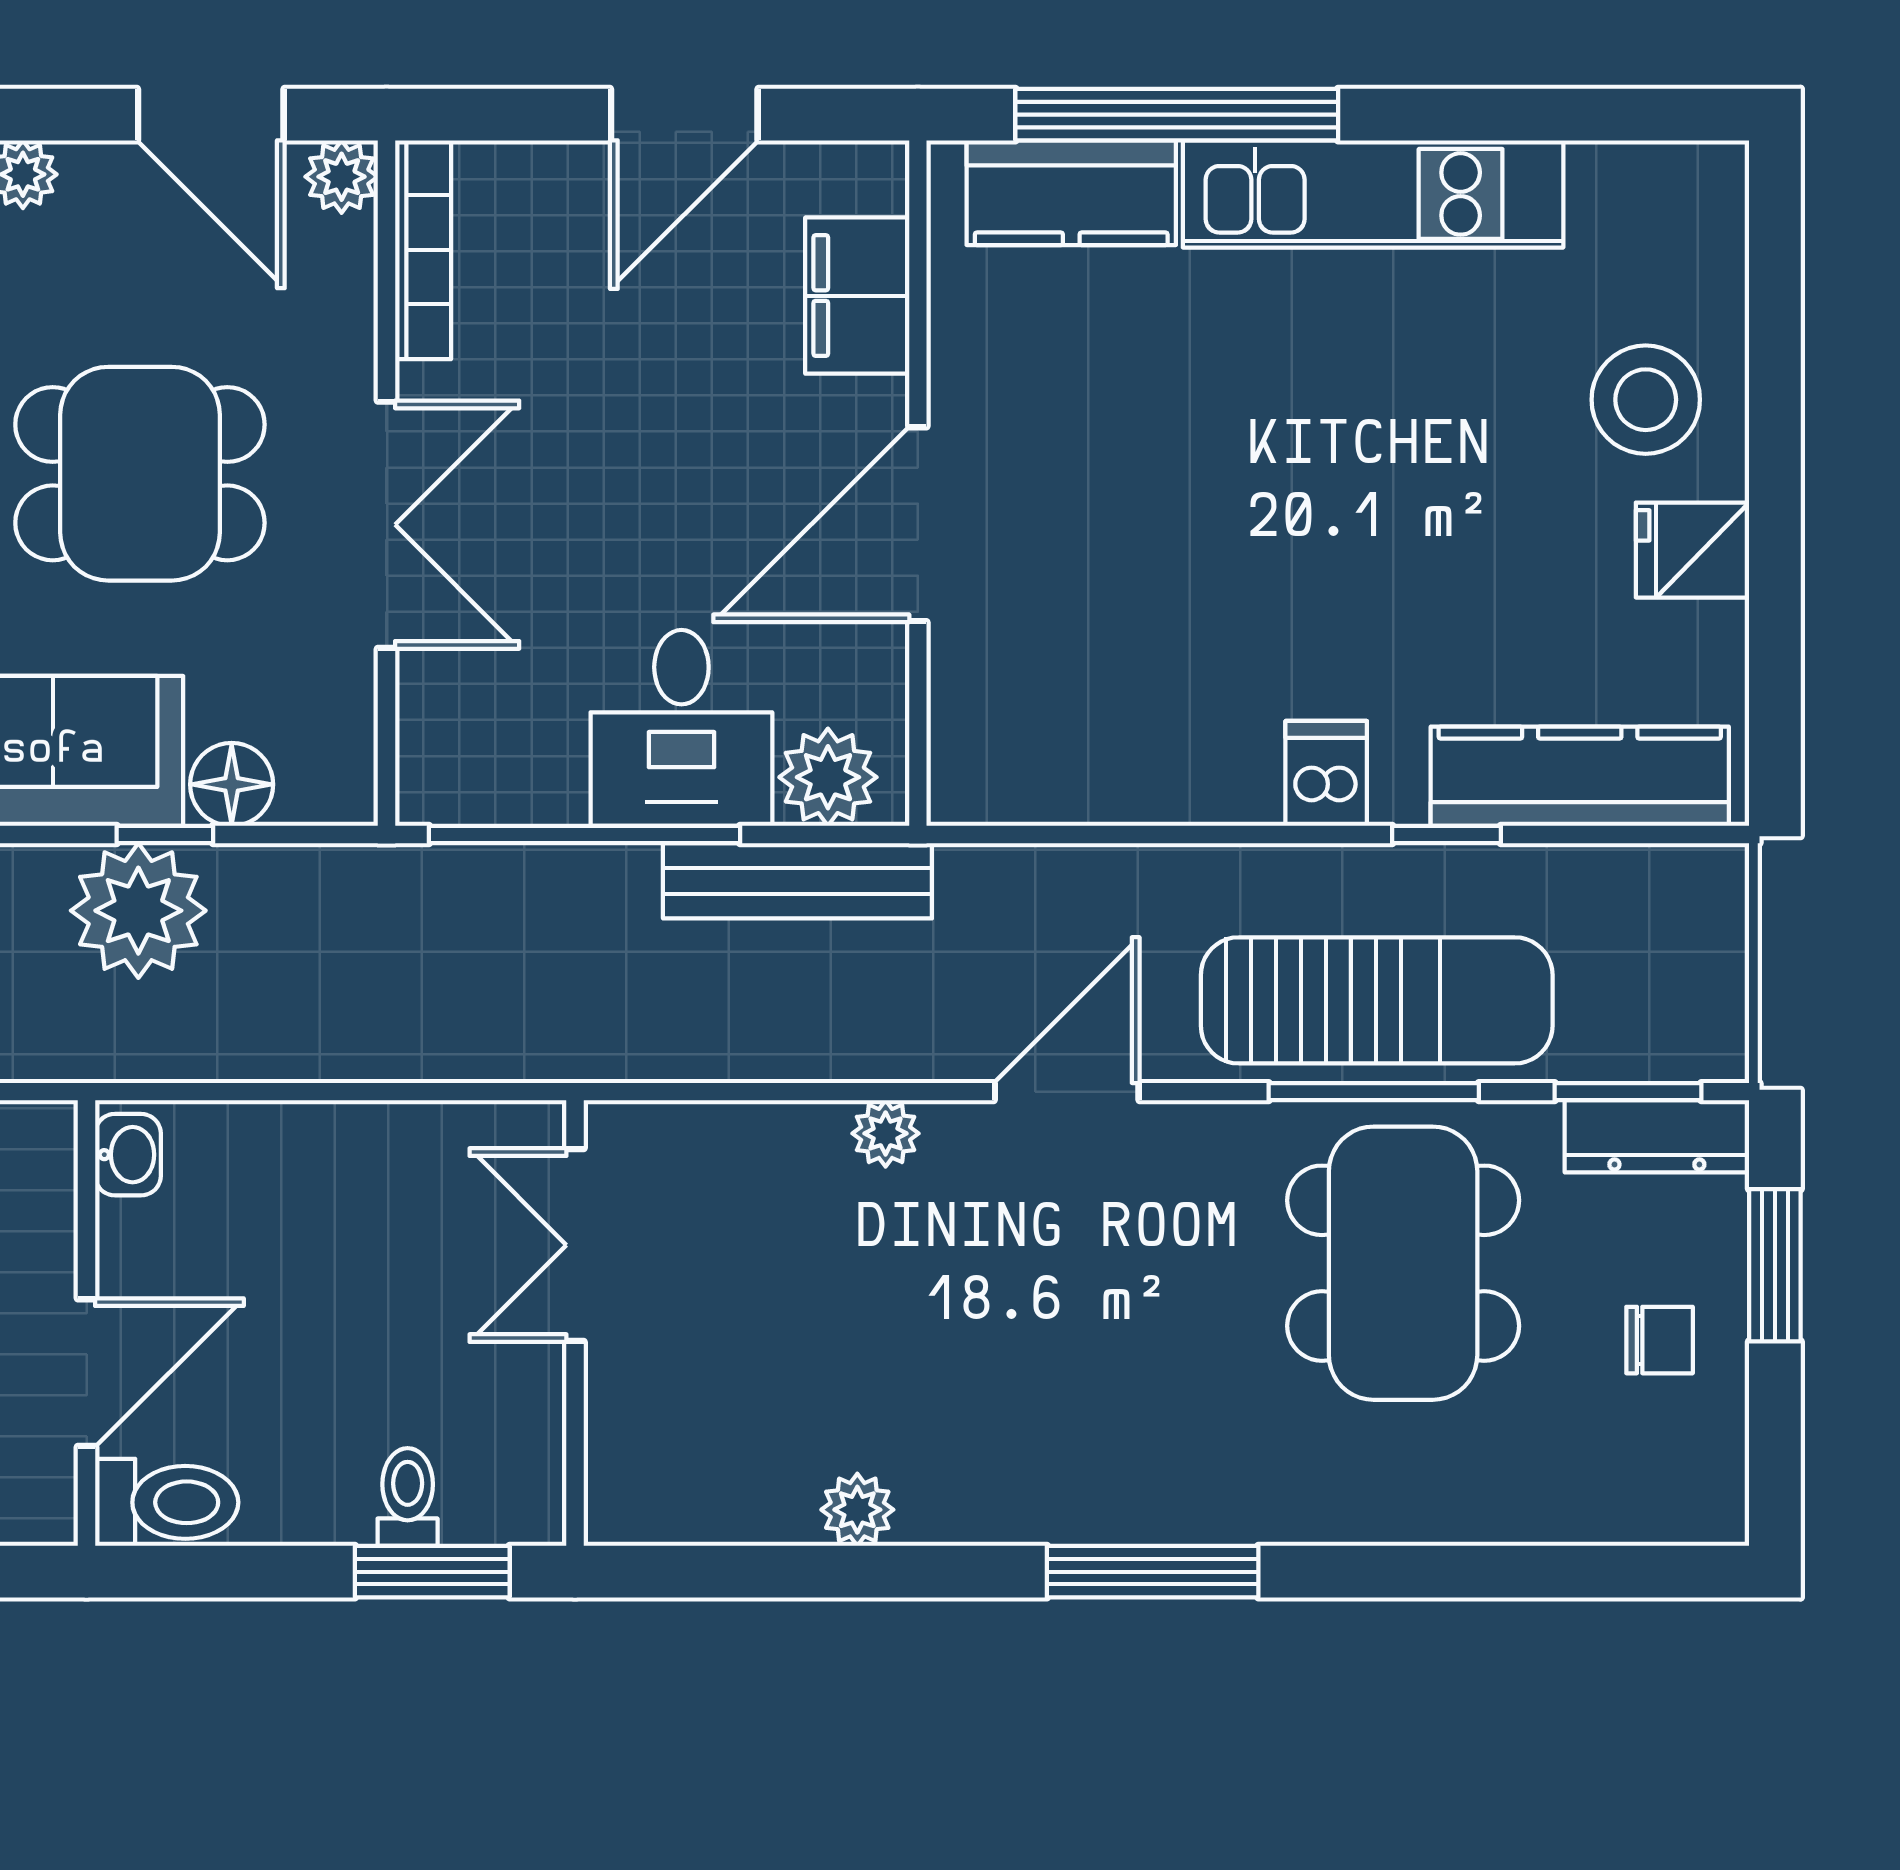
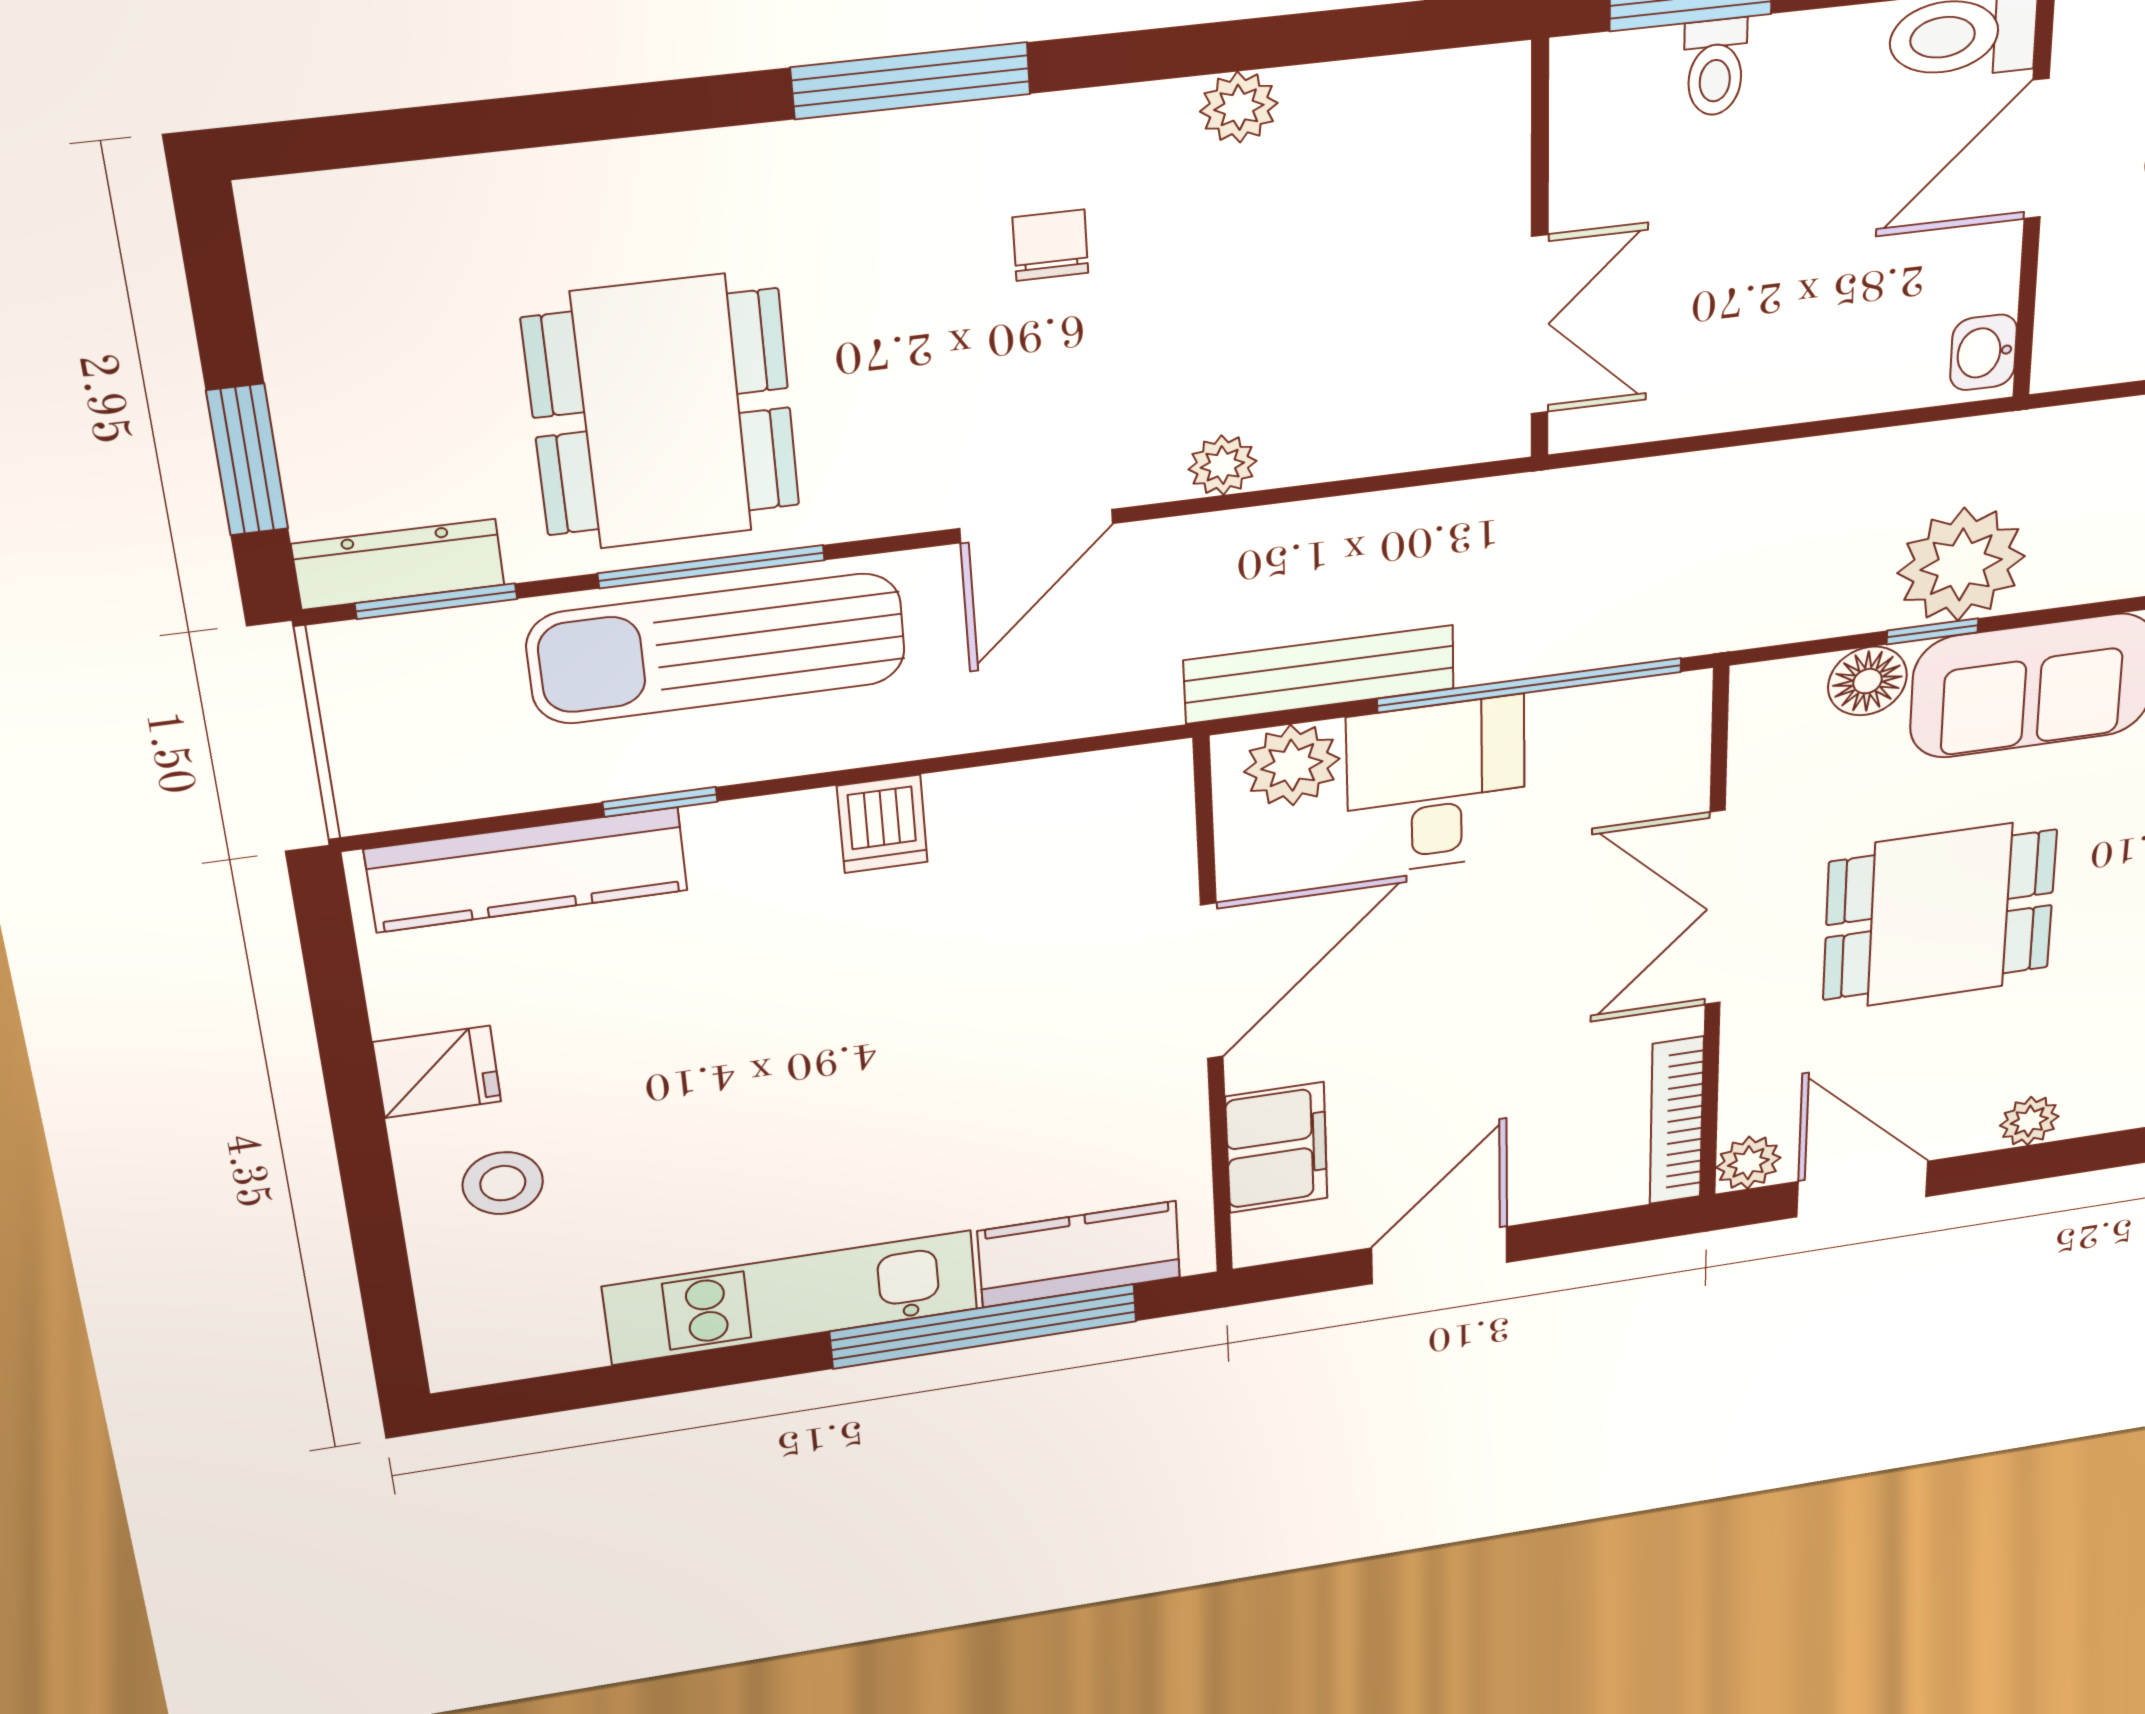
stool: (1646, 400) -> (503, 1183), width x0.73, depth x0.73
dishwasher: (1326, 773) -> (882, 824), moved
chair: (1660, 1340) -> (1050, 245), moved, turned 90

